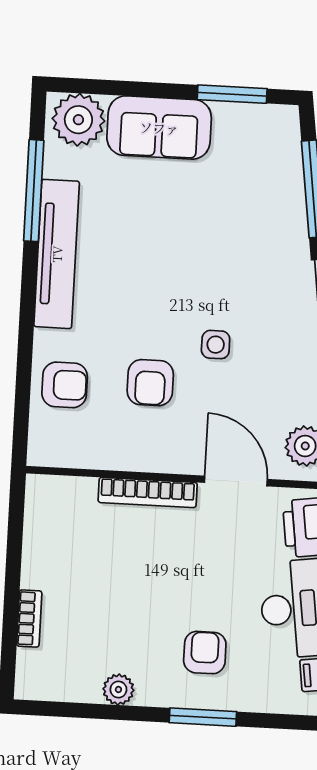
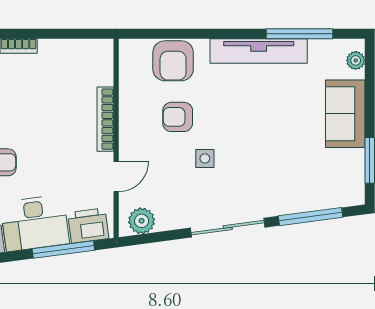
plant: (78, 120) -> (356, 60), width x0.53, depth x0.53
armchair: (65, 385) -> (173, 61), width x1.38, depth x1.38
door: (236, 481) -> (116, 177), width x0.73

